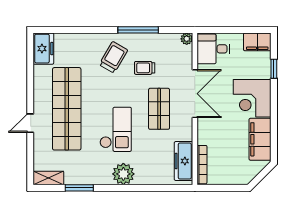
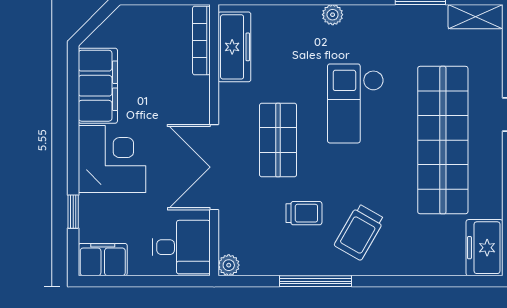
plant: (123, 174) -> (333, 15), width x0.53, depth x0.53

